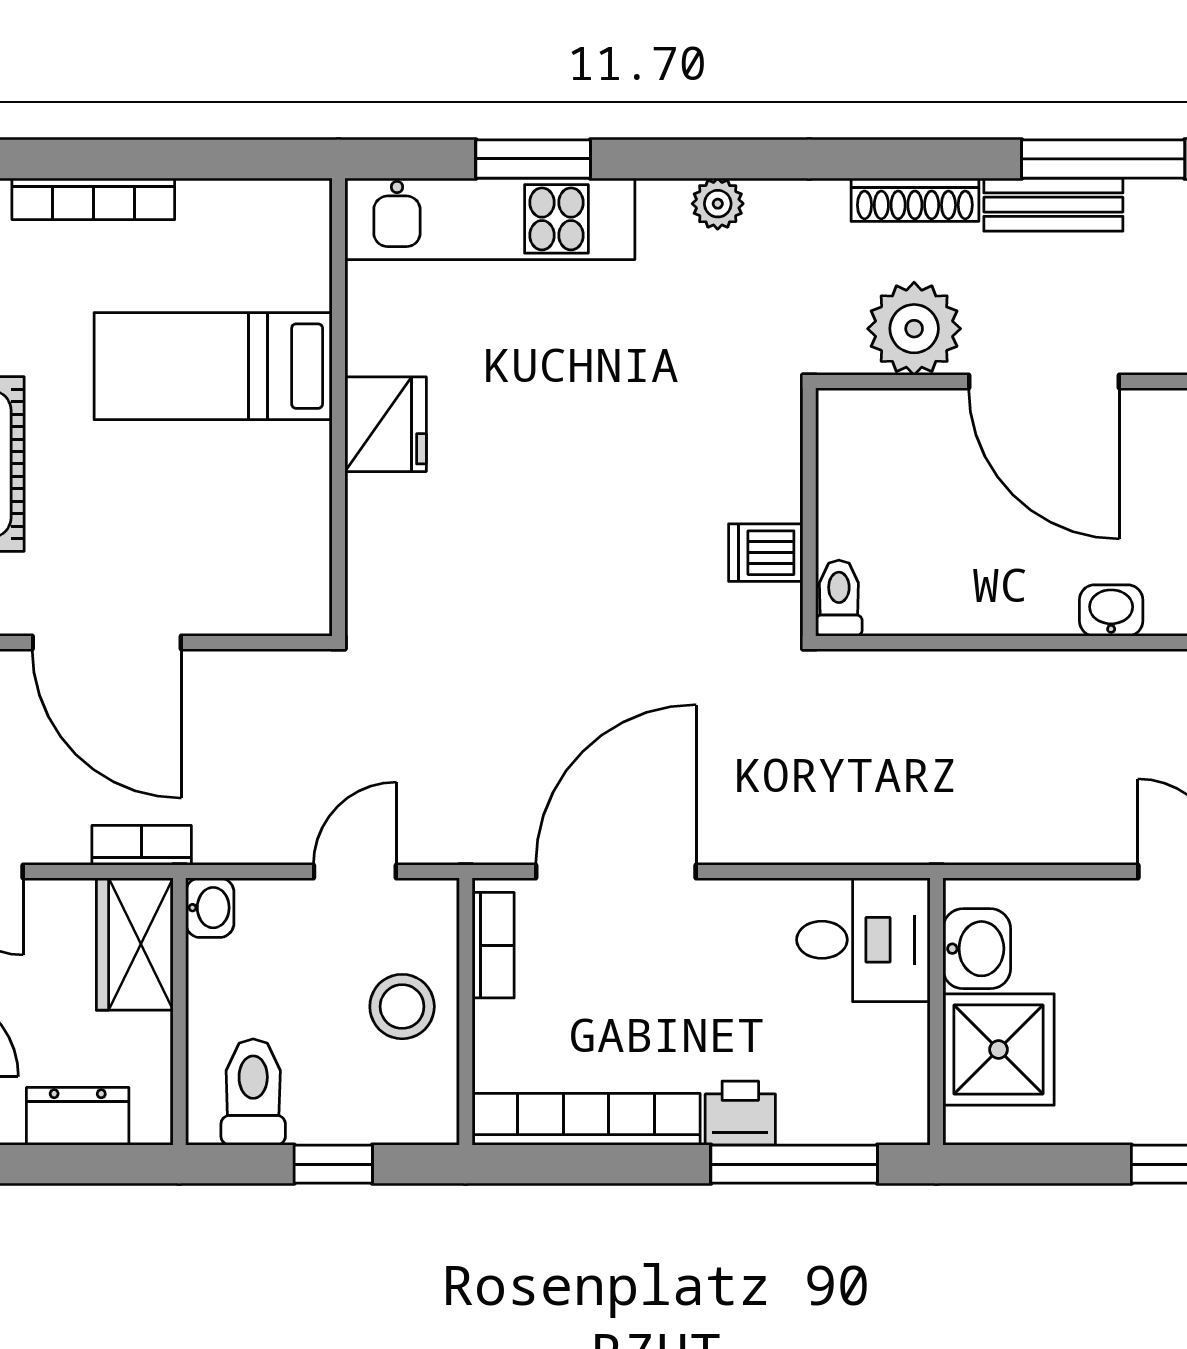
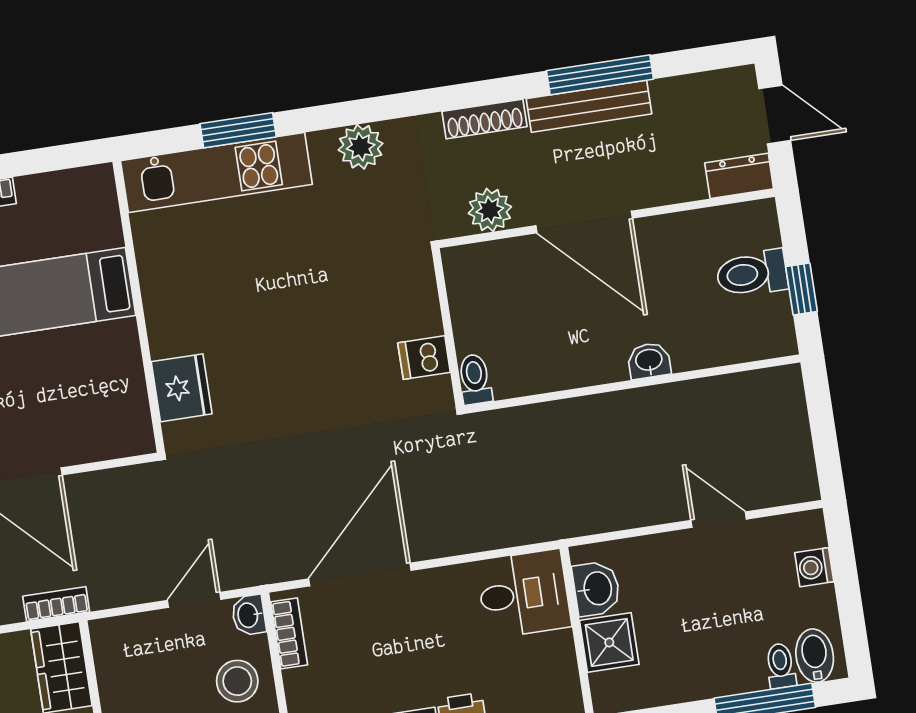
plant: (718, 204) -> (361, 147), width x1.38, depth x1.38
bench: (1053, 205) -> (589, 106), width x1.36
plant: (914, 329) -> (490, 210), width x0.73, depth x0.73
fridge: (386, 424) -> (182, 388), moved
washbasin: (210, 908) -> (249, 615), moved, turned 180
shower: (999, 1050) -> (609, 642), width x0.73, depth x0.73

